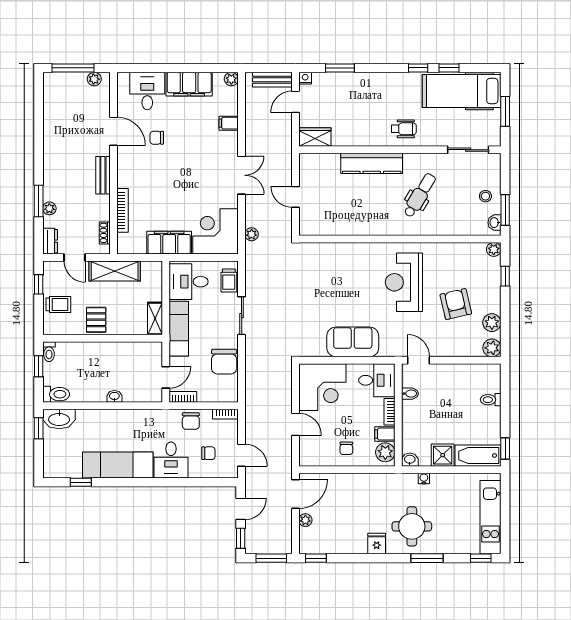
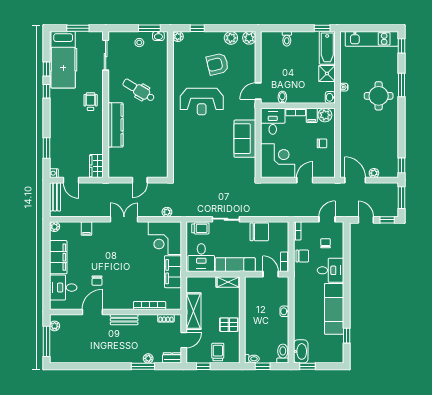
fridge: (377, 544) -> (391, 121), removed

